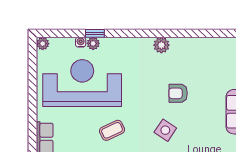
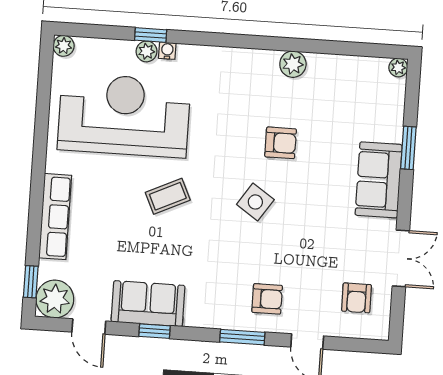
water cooler: (81, 42) -> (167, 51), moved
plant: (161, 45) -> (293, 64), moved
armchair: (178, 93) -> (281, 143), turned 180

